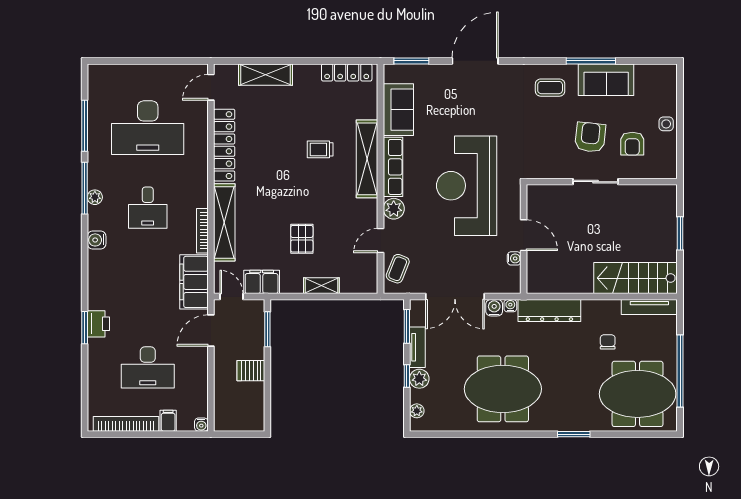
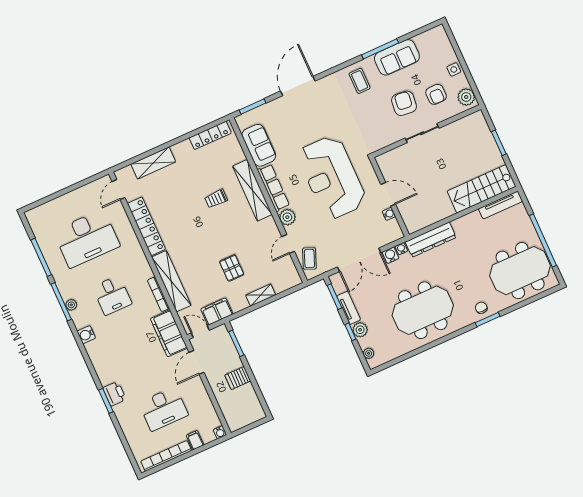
coffee table: (550, 88) -> (360, 81), turned 90
plant: (666, 163) -> (466, 97), added
chair: (608, 342) -> (481, 308), moved

